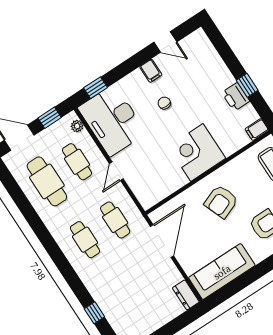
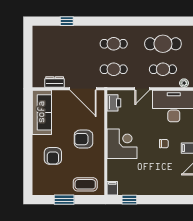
window: (247, 85) -> (129, 200), moved
printer: (236, 97) -> (114, 103), moved, turned 90
door: (116, 171) -> (142, 89), swing flipped
armchair: (221, 202) -> (83, 139), turned -69
dresser: (186, 295) -> (55, 82), moved

